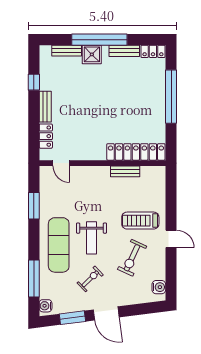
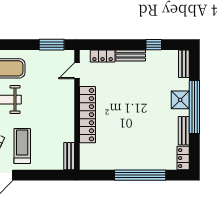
bench: (67, 51) -> (184, 64), moved
locker: (136, 152) -> (88, 115), moved
bench: (125, 171) -> (69, 156), moved
window: (34, 206) -> (52, 45), moved

